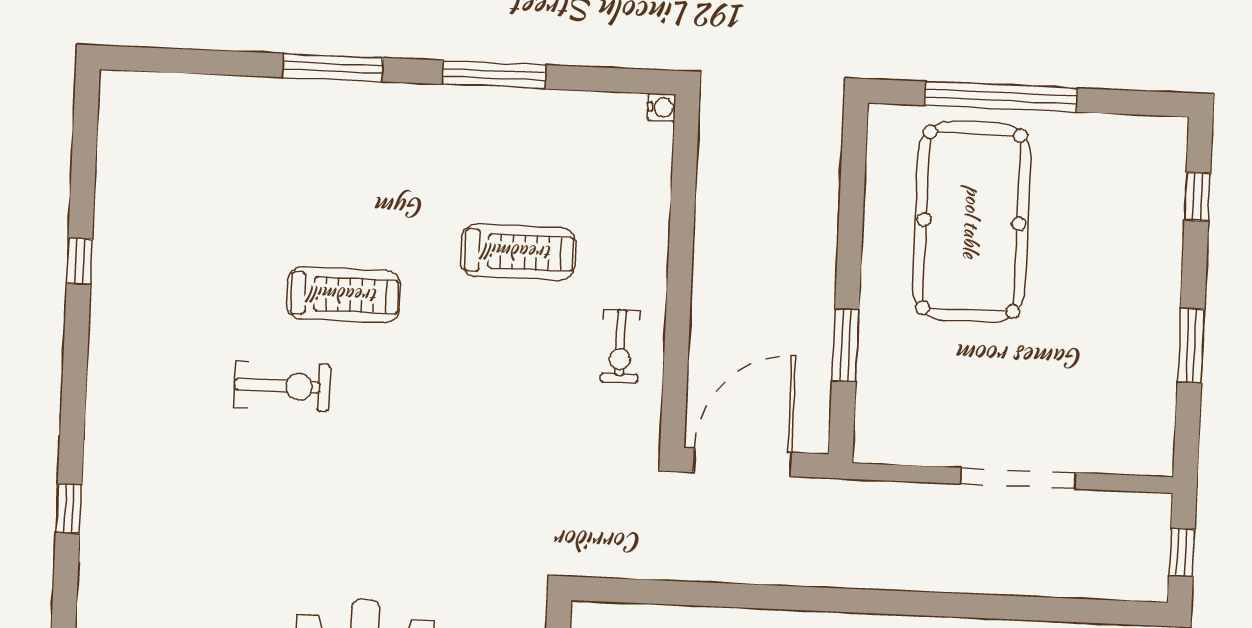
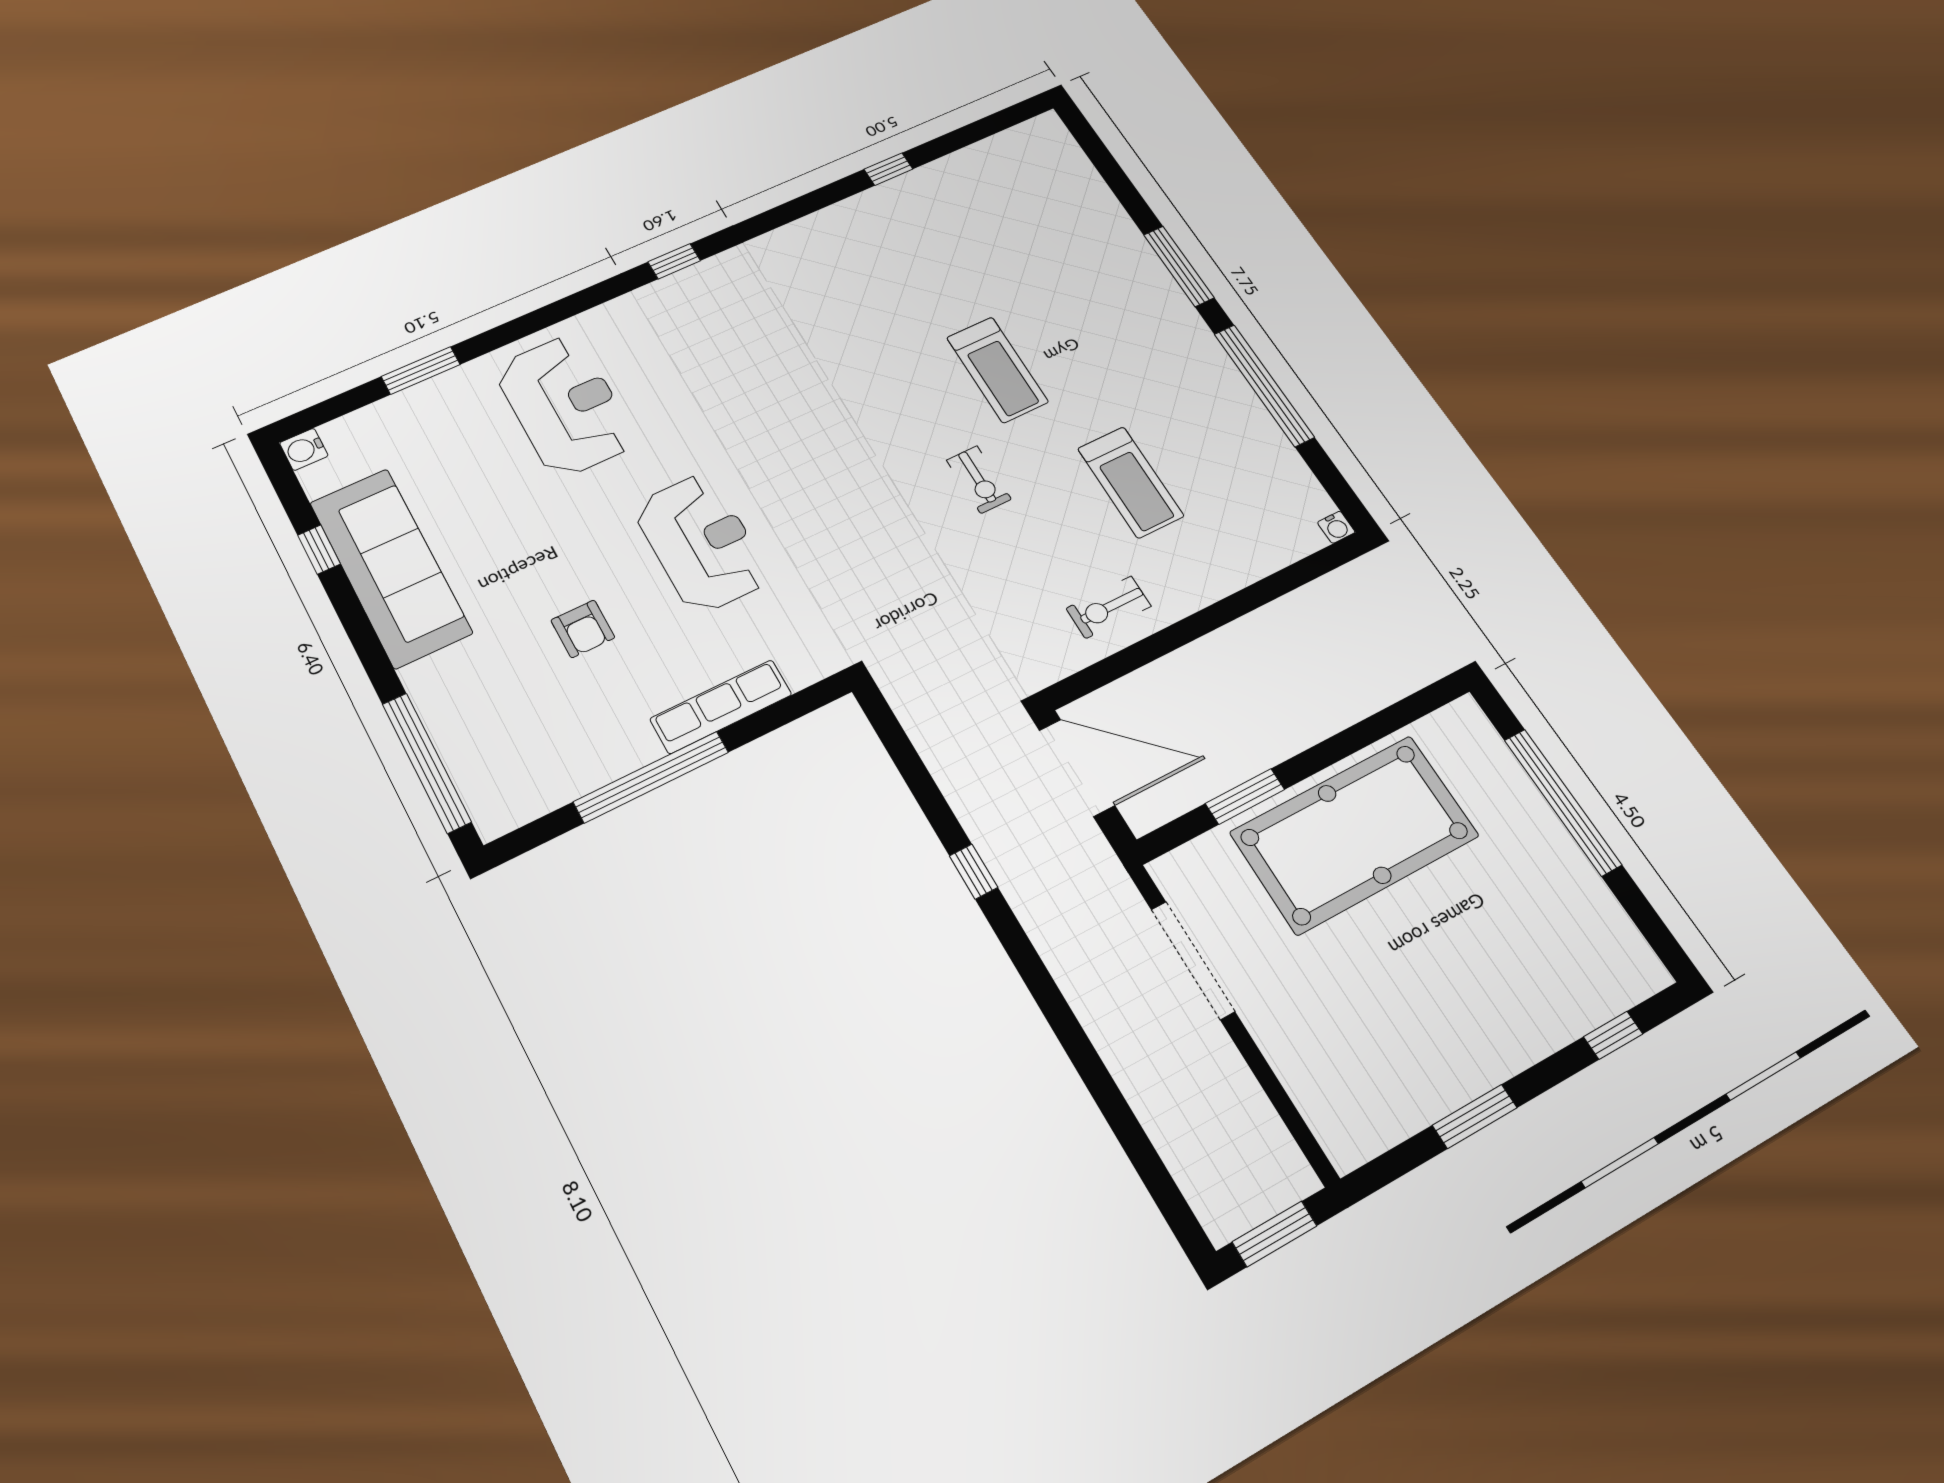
window: (494, 75) -> (1264, 385), width x1.46
pool table: (972, 222) -> (1354, 834), moved
exercise bike: (282, 386) -> (979, 480), moved, width x0.73, depth x0.72
doorway: (1018, 478) -> (1193, 960), moved
window: (1182, 552) -> (1274, 1234), width x1.50
window: (779, 597) -> (973, 872), added

